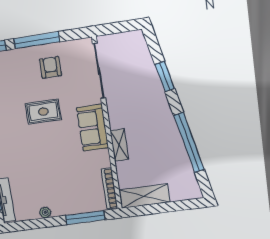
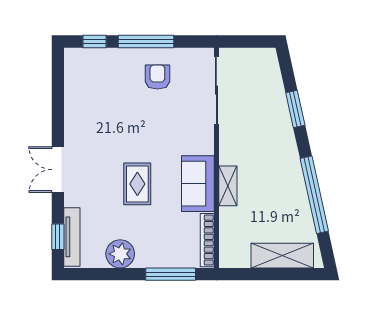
rug: (43, 112) -> (137, 184), moved, turned 90
sofa: (93, 128) -> (198, 184), moved
shelving: (144, 196) -> (282, 256), moved
plant: (45, 212) -> (120, 254), width x1.87, depth x1.87

